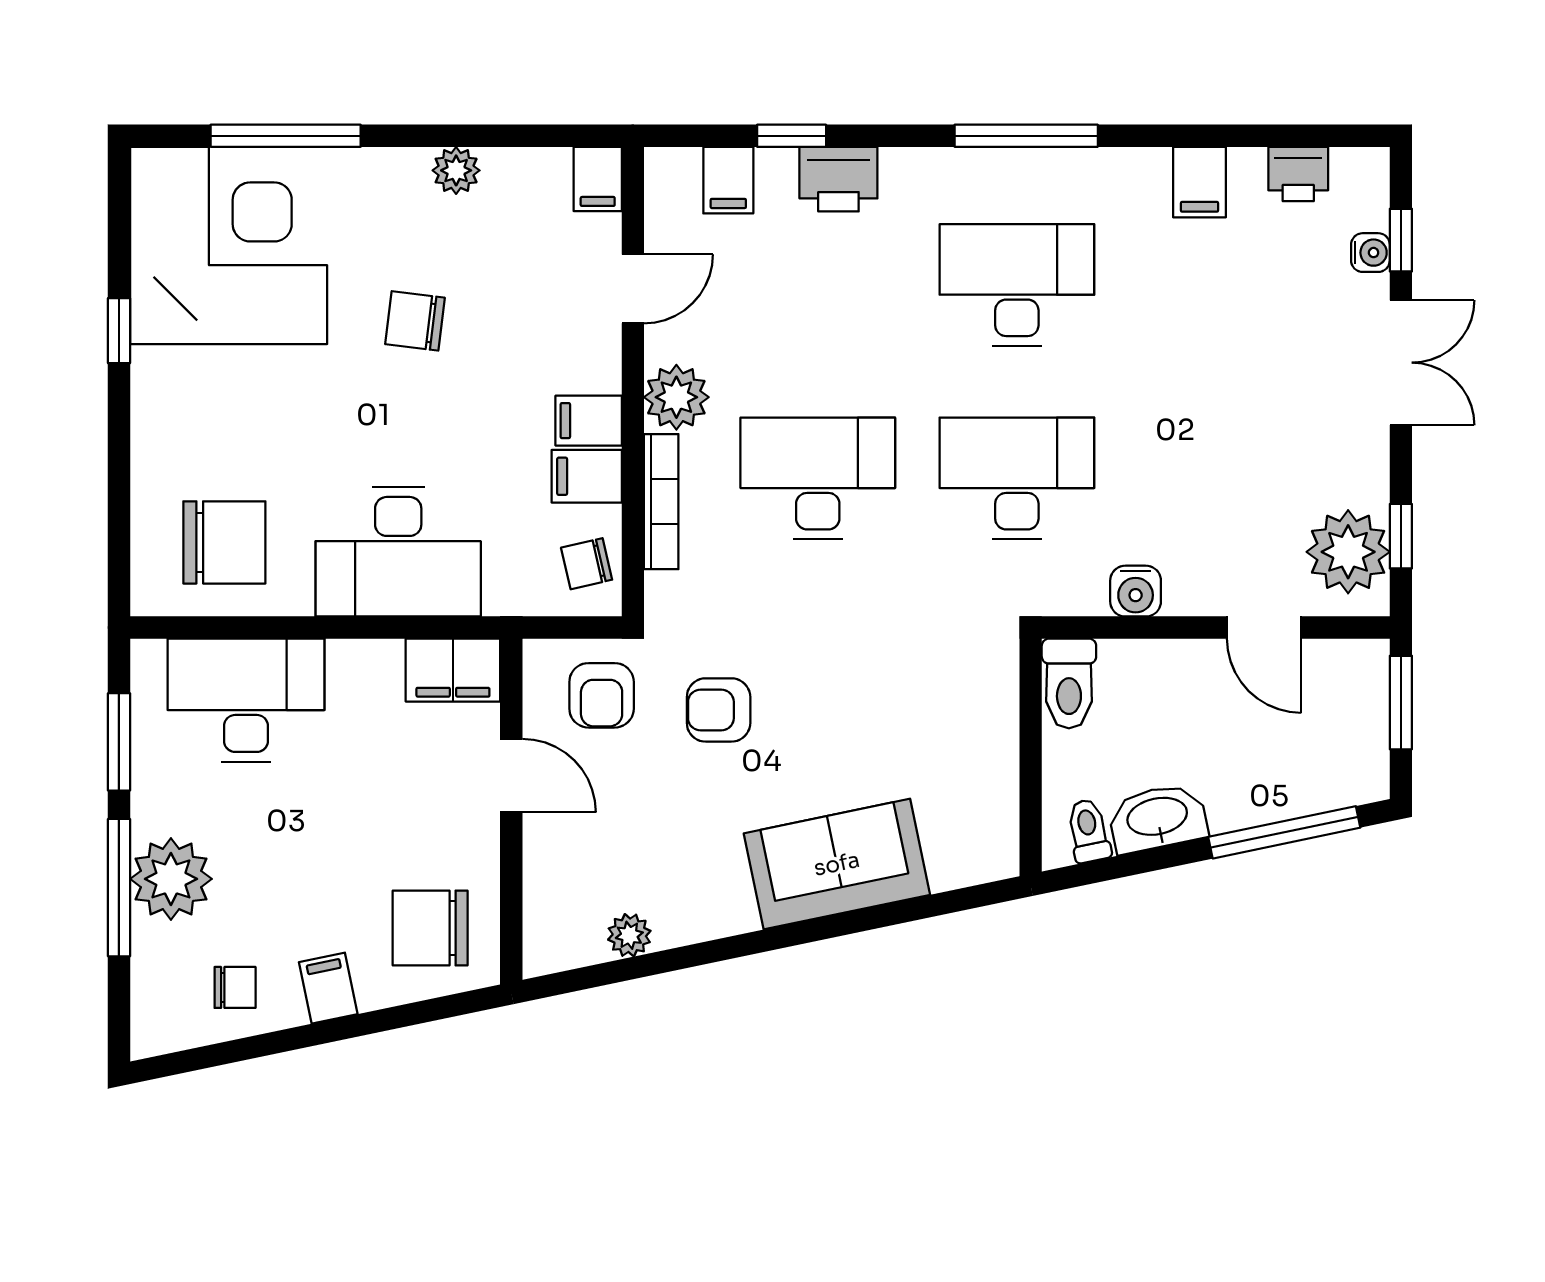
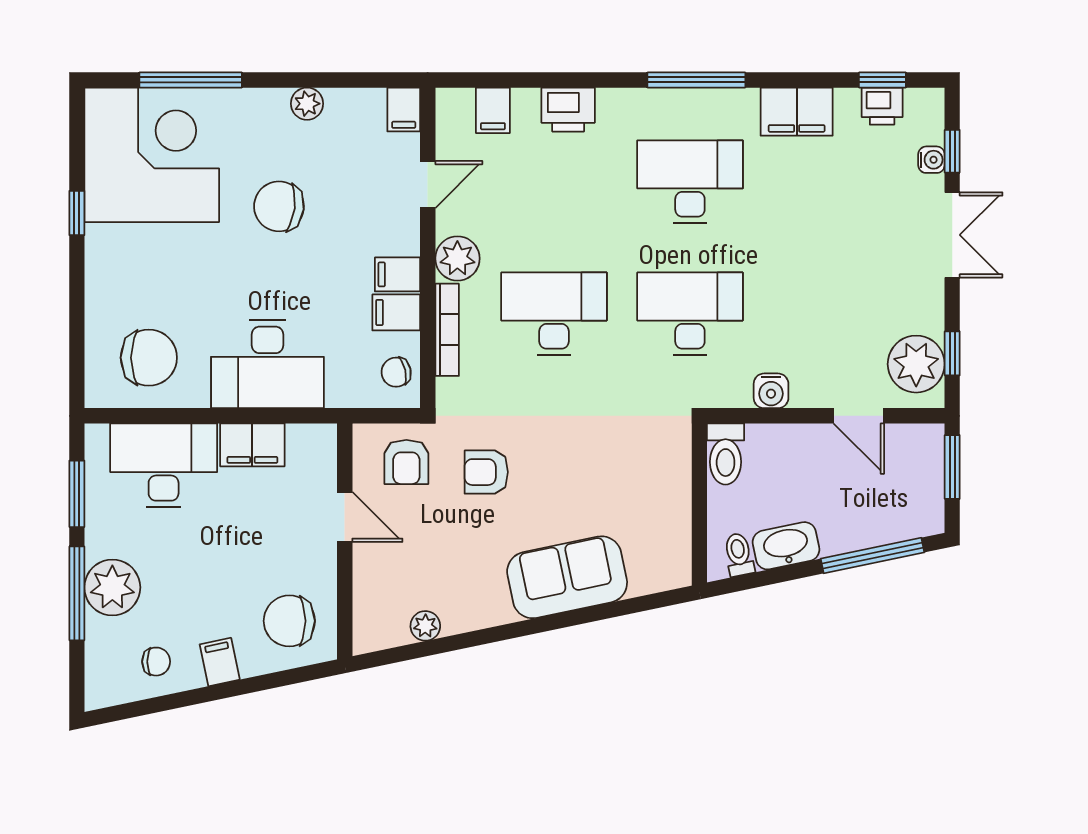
window: (792, 136) -> (882, 80), moved
filing cabinet: (1200, 182) -> (797, 112), width x2.00
chair: (415, 321) -> (279, 206), width x1.37, depth x1.37
filing cabinet: (453, 670) -> (252, 445), moved

